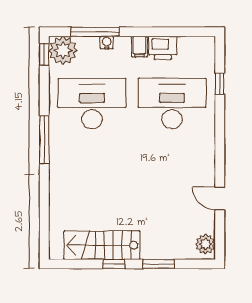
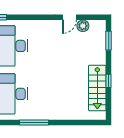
plant: (205, 244) -> (83, 26), moved
window: (159, 264) -> (109, 41), moved

